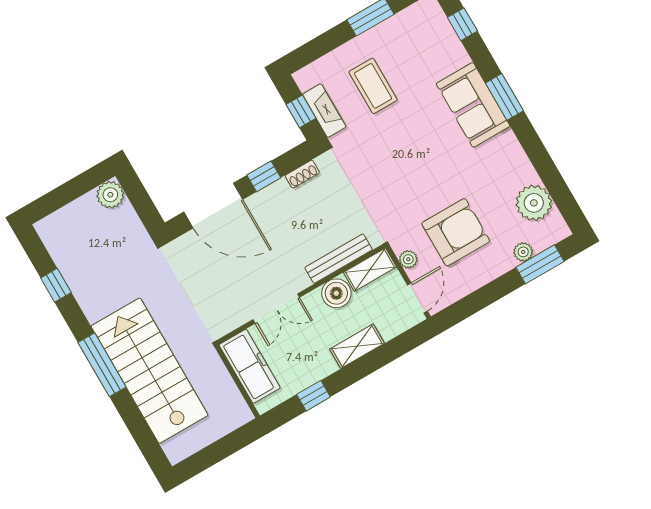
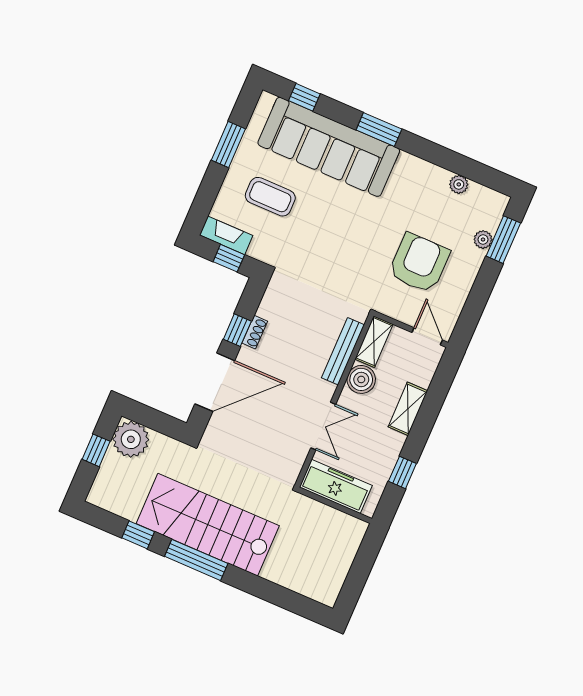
sofa: (473, 105) -> (329, 147), width x1.85, depth x1.27
fireplace: (324, 111) -> (226, 235), moved
shoe rack: (302, 174) -> (255, 332), moved
window: (73, 189) -> (96, 450), added
plant: (110, 195) -> (131, 439), width x1.36, depth x1.36
plant: (534, 203) -> (459, 184), width x0.53, depth x0.53
plant: (408, 259) -> (398, 311), removed
window: (102, 365) -> (196, 560), moved
stairs: (150, 371) -> (208, 525), moved

